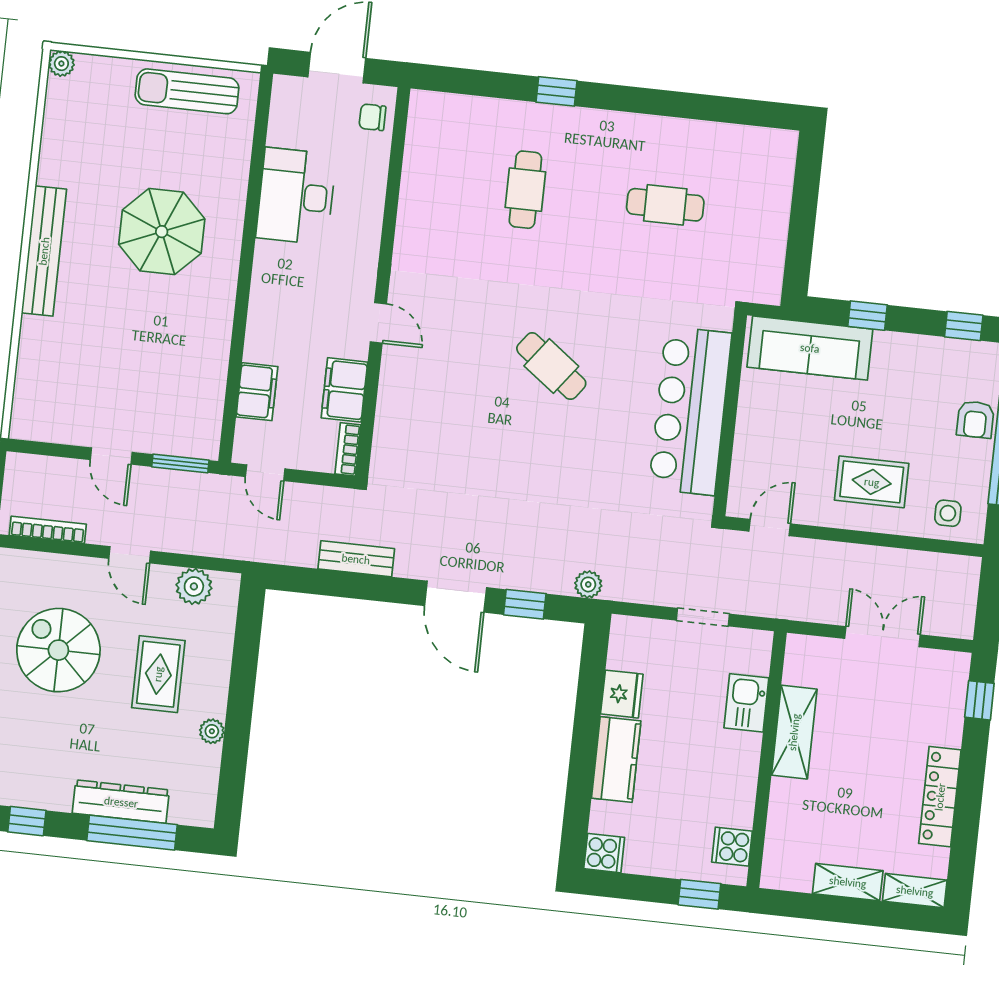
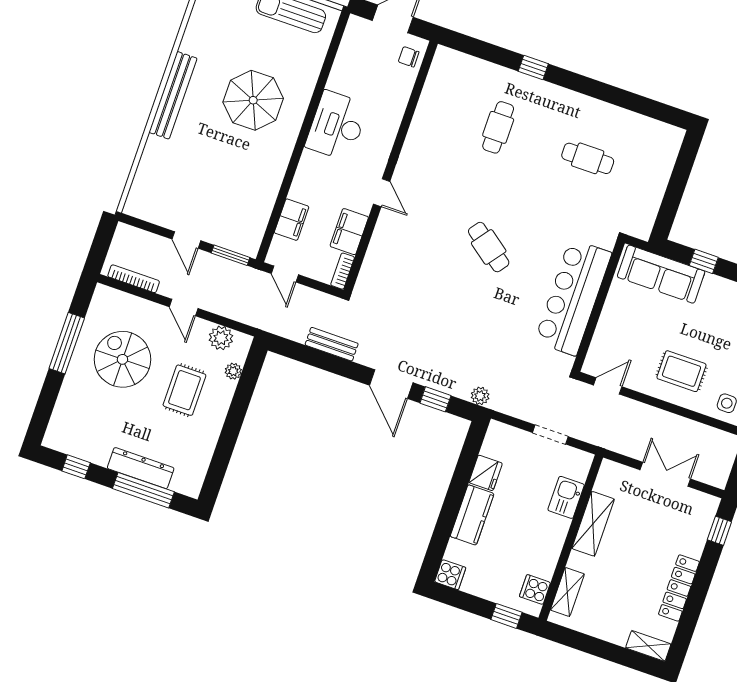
desk: (296, 196) -> (337, 126), moved
plant: (212, 731) -> (233, 371), moved
shelving: (848, 882) -> (567, 592), moved, turned 90

